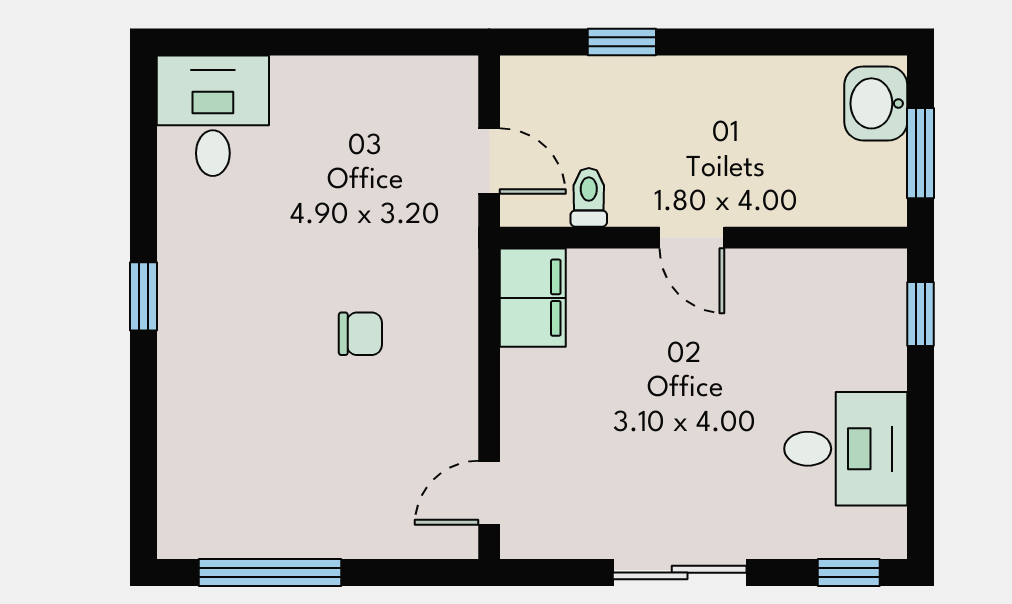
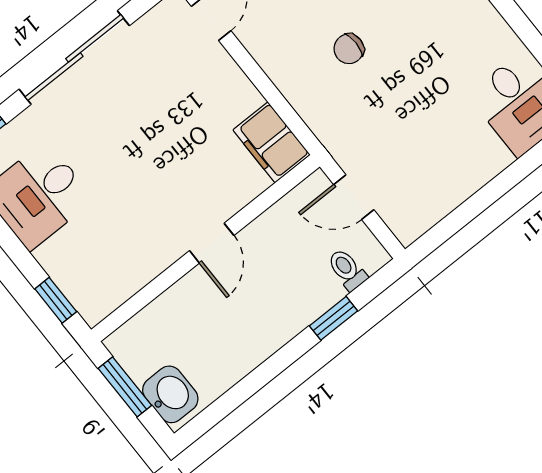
toilet: (589, 197) -> (347, 270), moved, turned 180
door: (692, 238) -> (212, 243), swing flipped
sliding door: (680, 573) -> (74, 57), width x1.37

